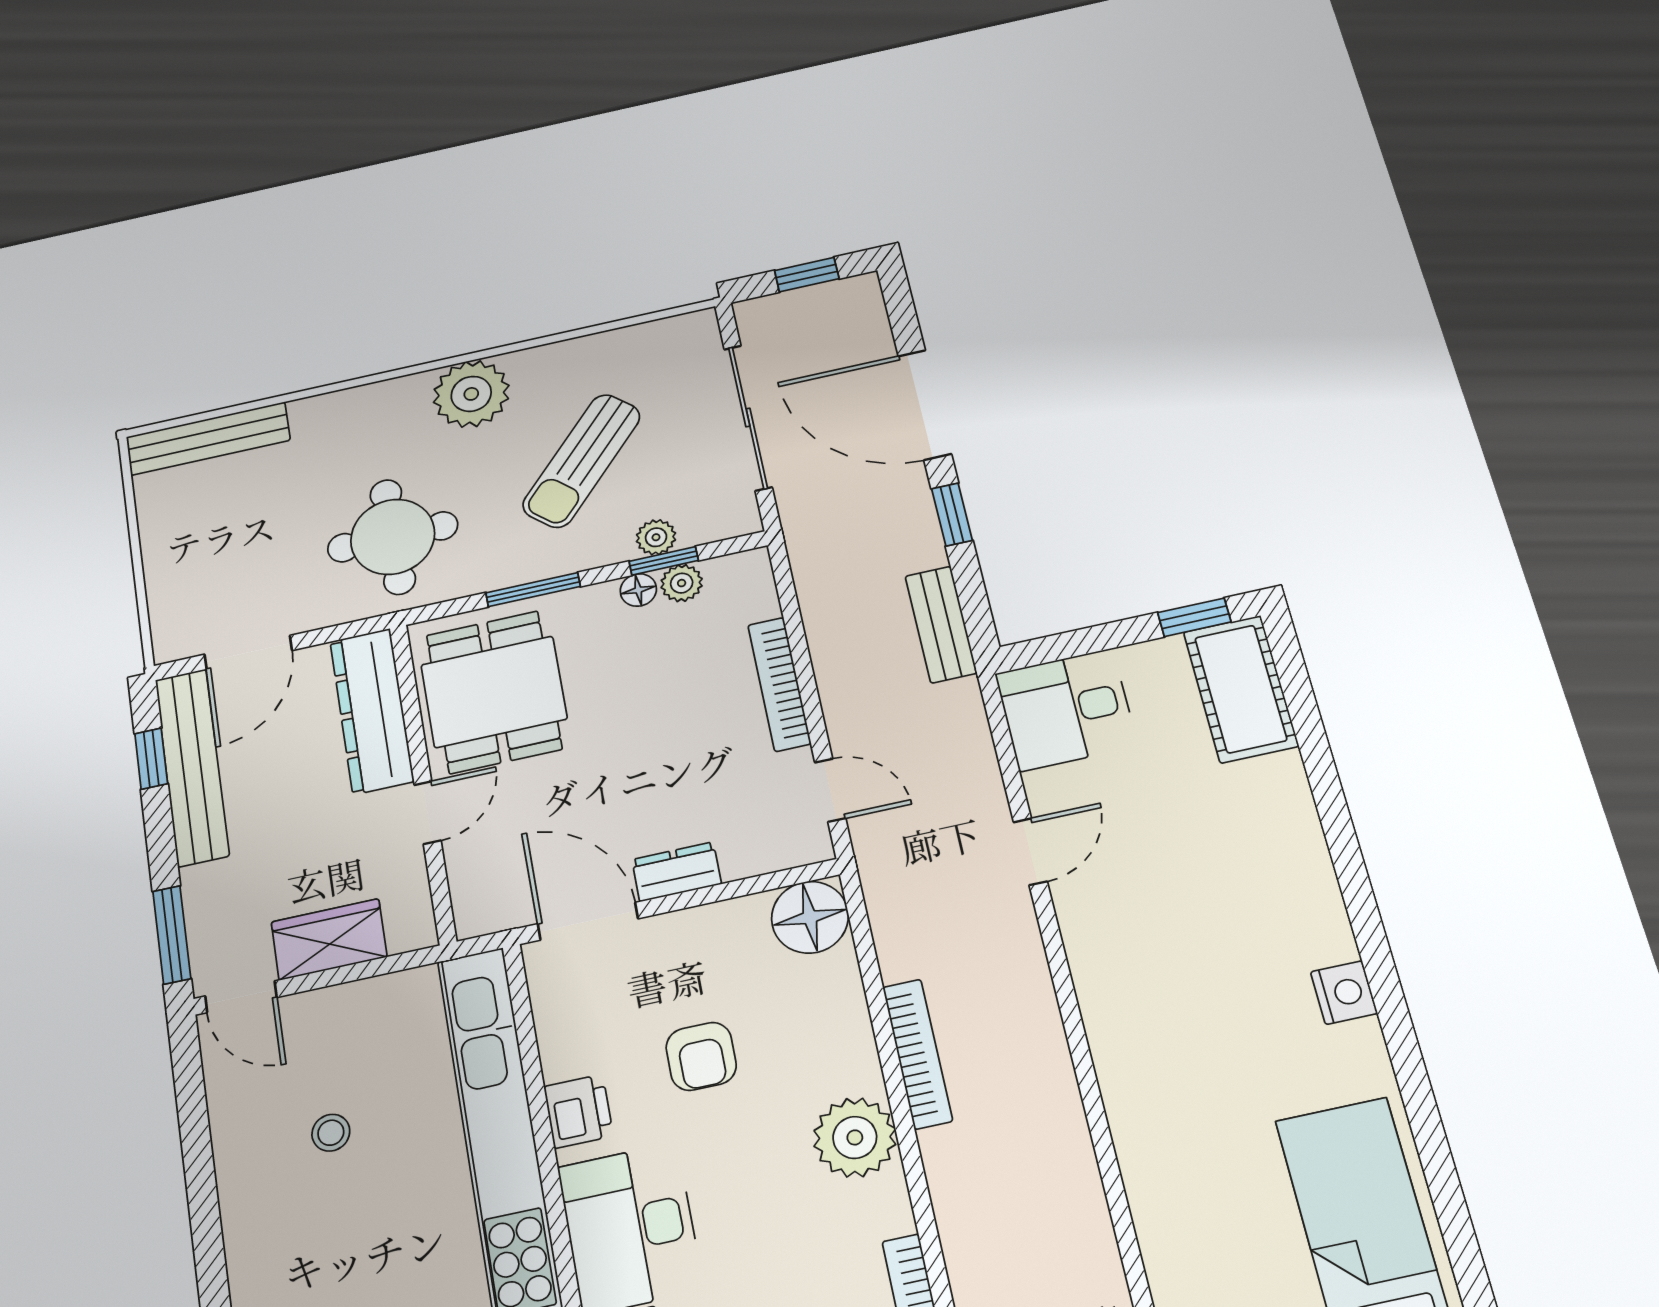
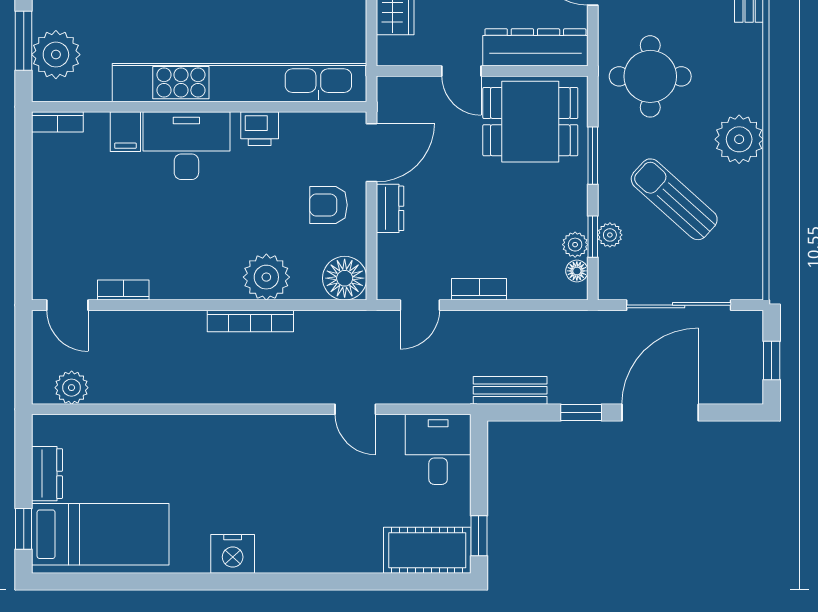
floor lamp: (638, 590) -> (577, 271), moved
bookcase: (779, 684) -> (479, 289), width x0.64
nightstand: (1344, 993) -> (233, 554), width x1.36, depth x1.33
armchair: (701, 1056) -> (328, 205), moved
plant: (855, 1137) -> (266, 277), moved

